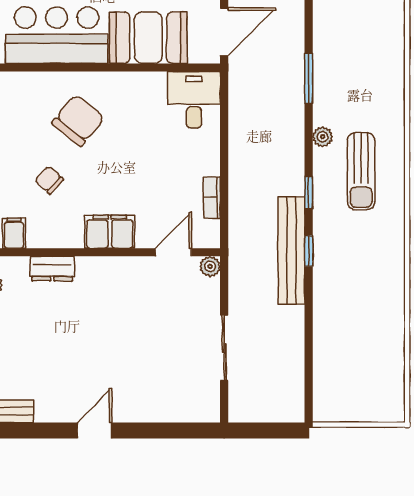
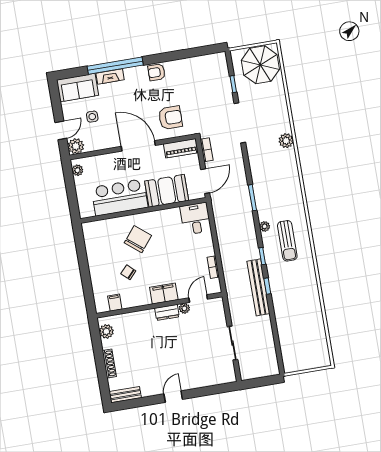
plant: (210, 266) -> (184, 308), moved
dresser: (52, 269) -> (167, 312), moved

